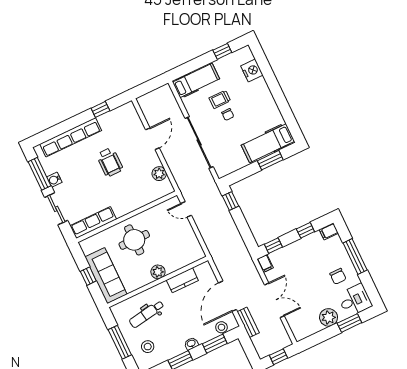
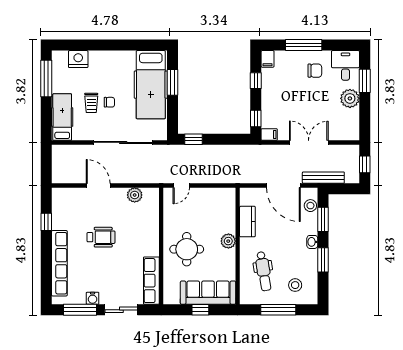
window: (222, 51) -> (46, 79), width x2.17
hospital bed: (268, 143) -> (151, 85), width x1.37, depth x1.29
bench: (248, 322) -> (323, 178), width x1.36

